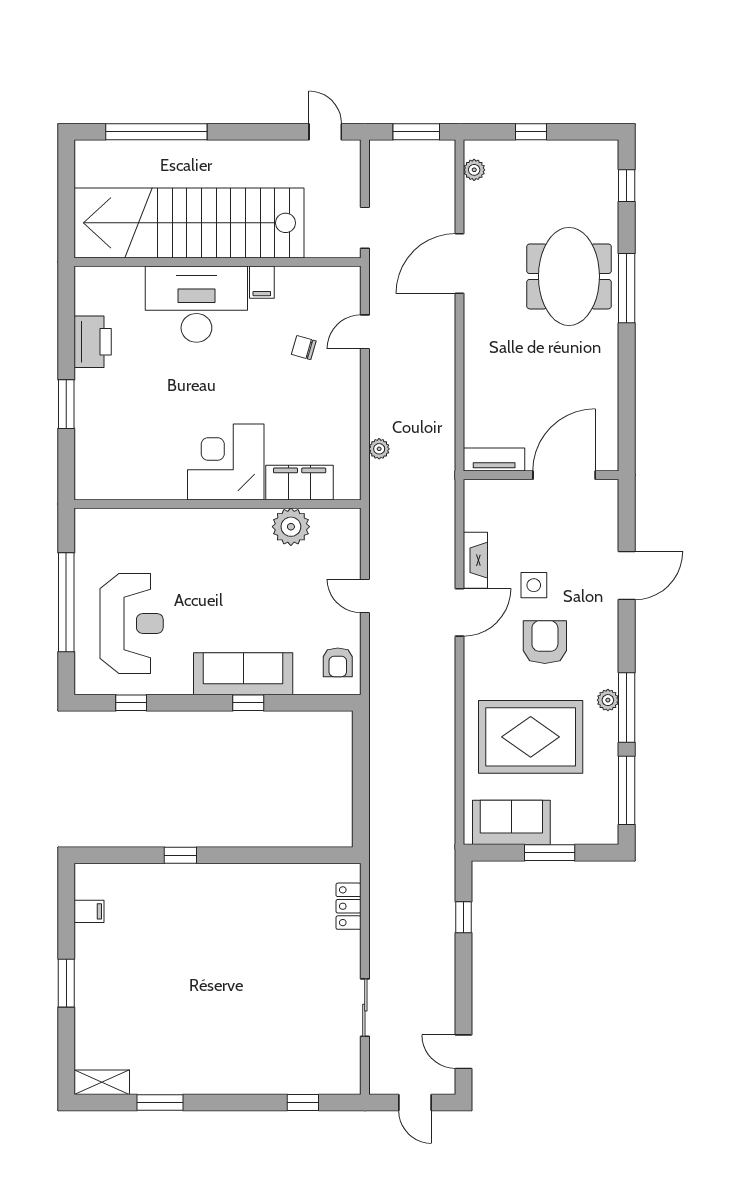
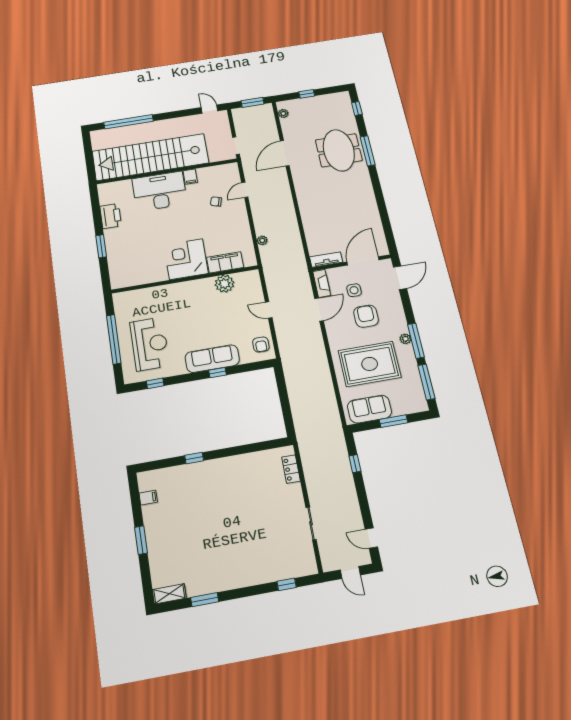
tv unit: (494, 459) -> (326, 260), moved
wall: (541, 475) -> (351, 263), moved
door: (564, 475) -> (363, 261), moved

